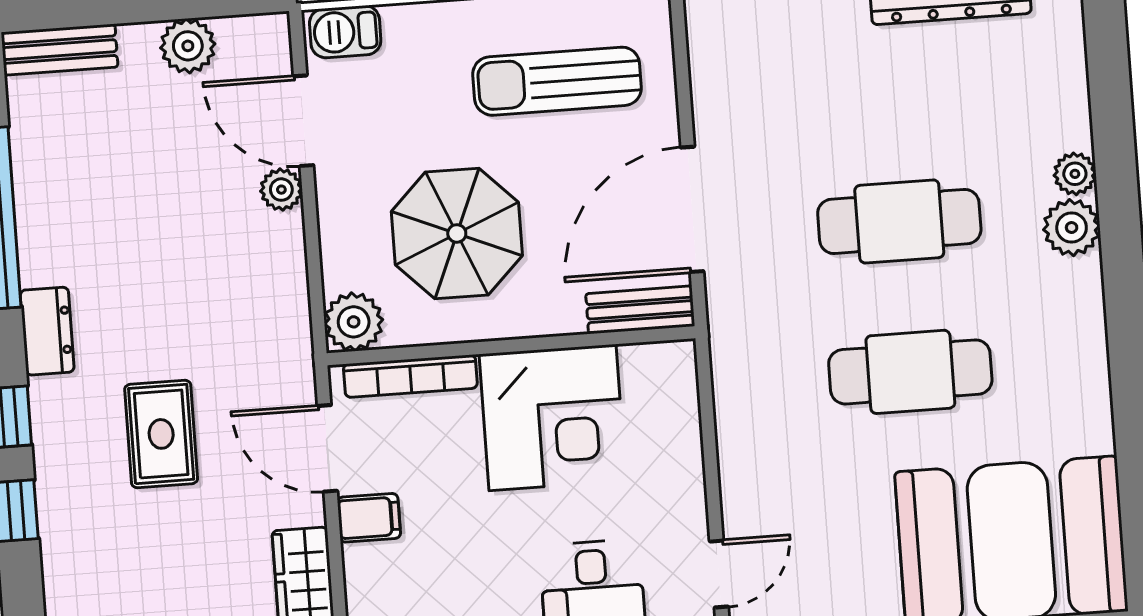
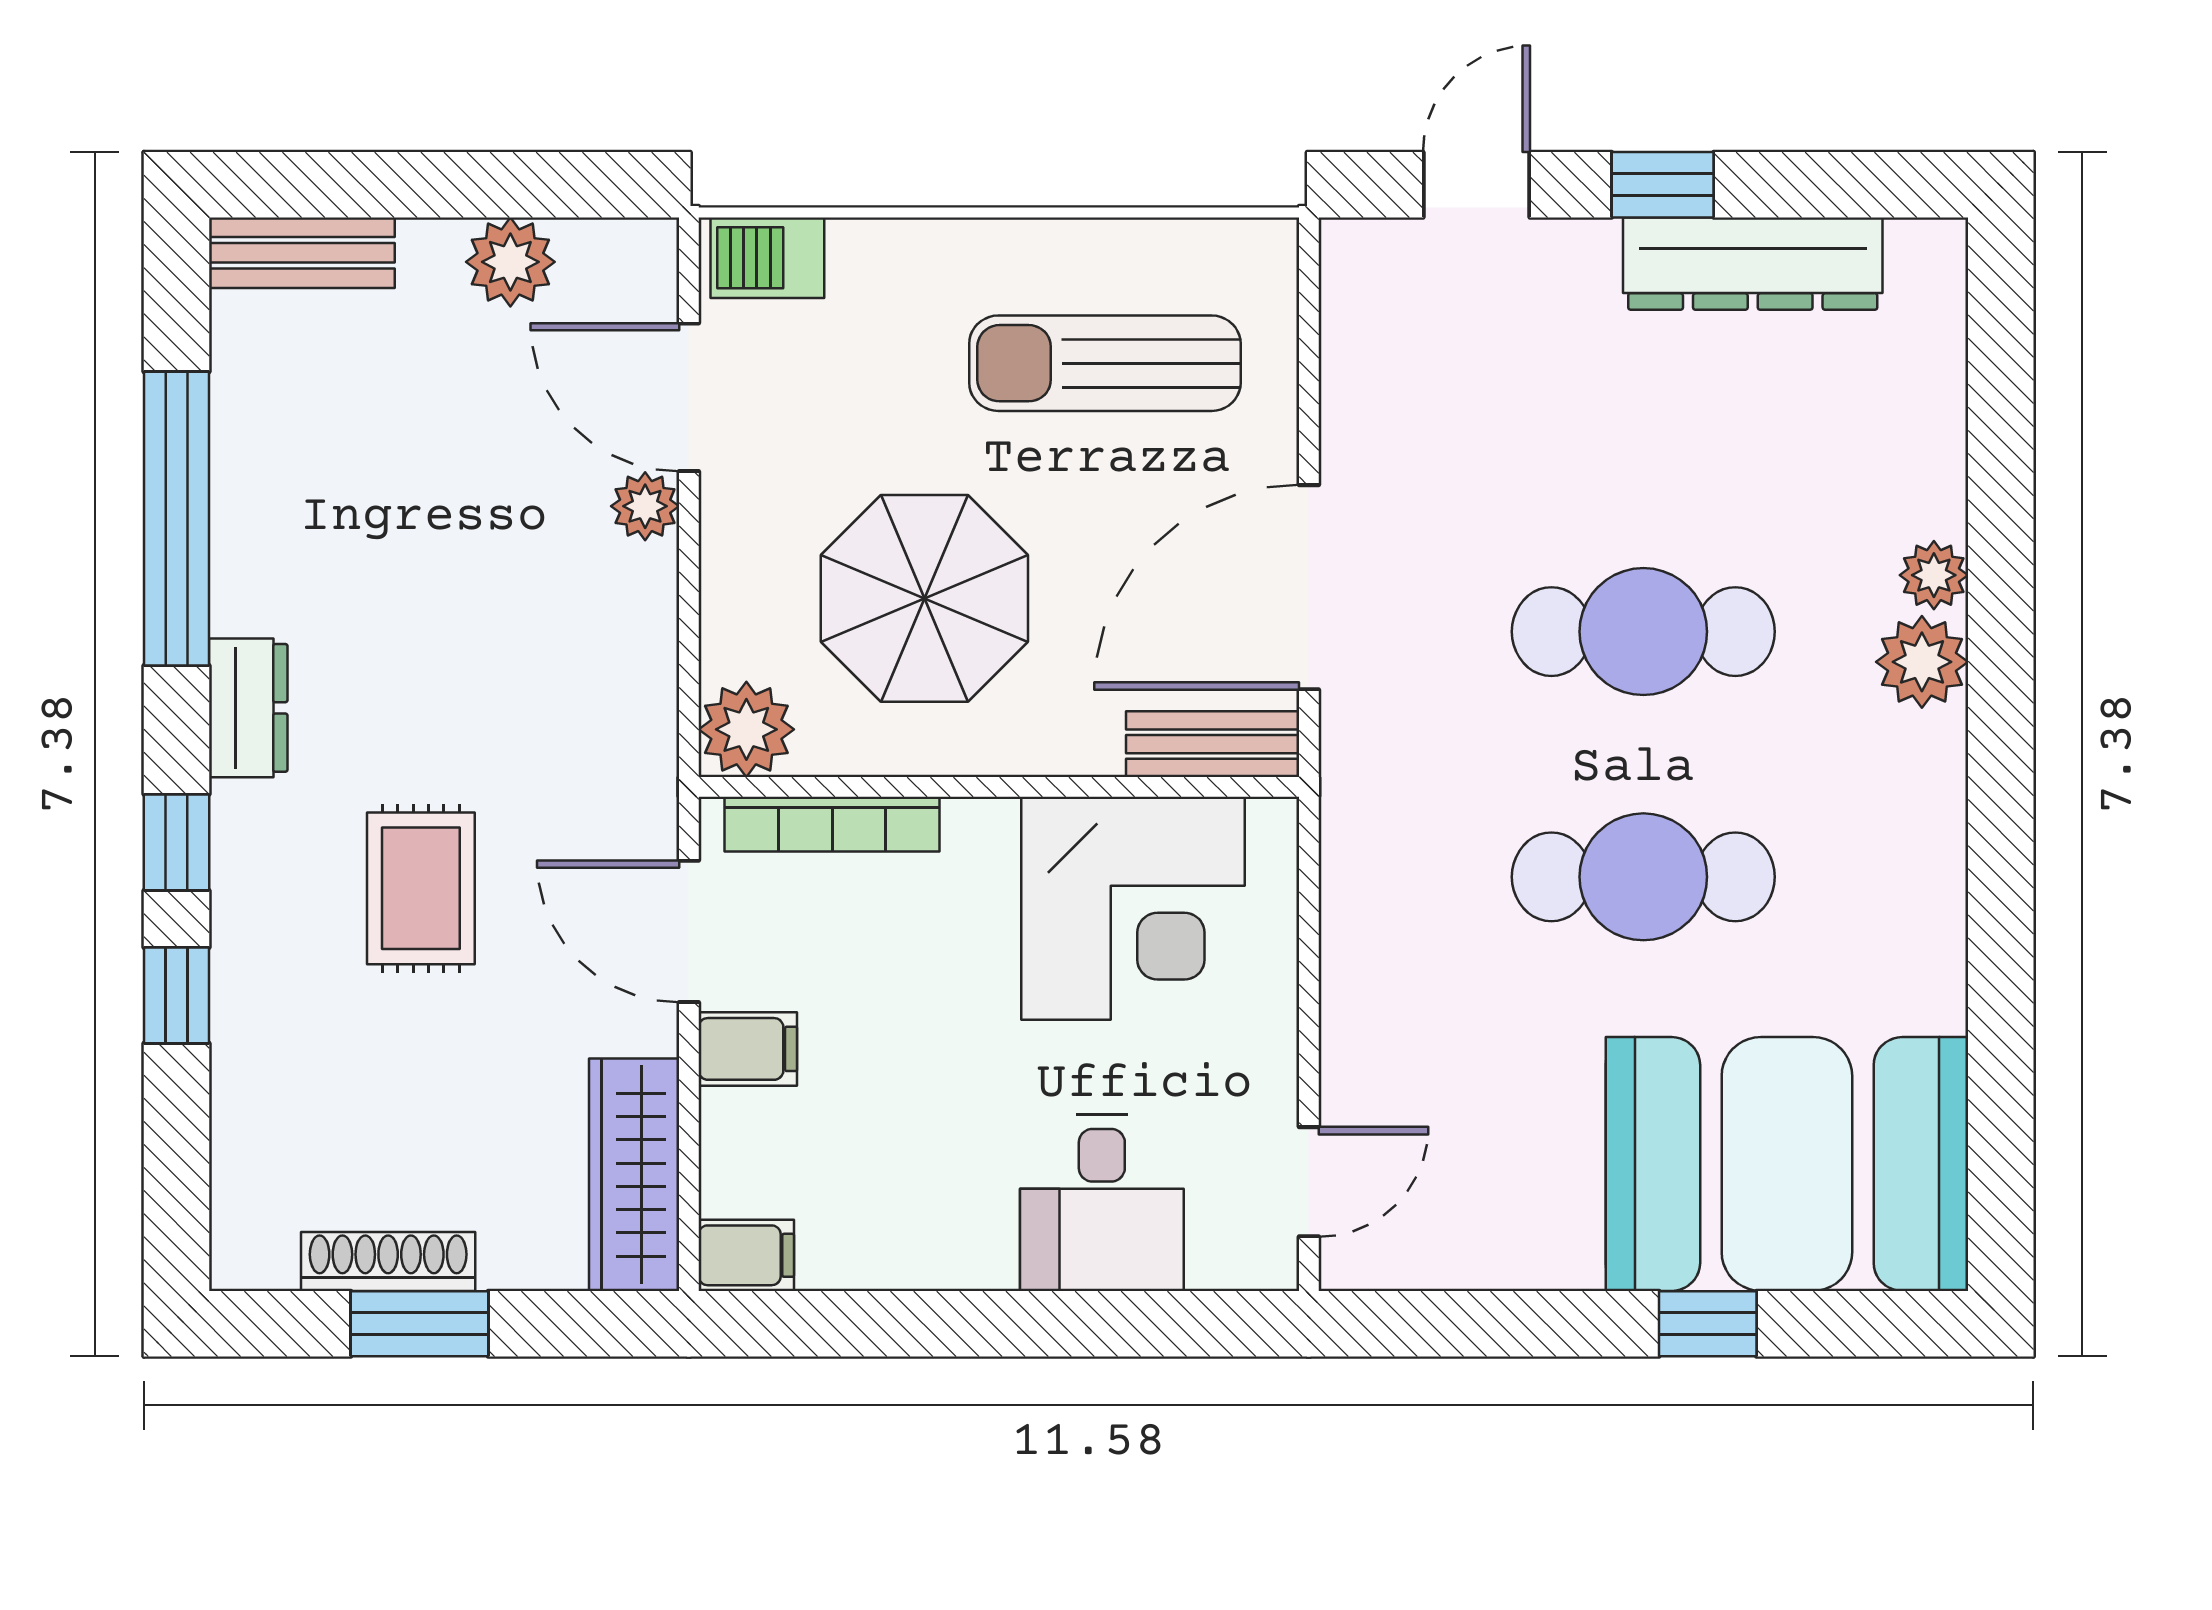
corner desk: (552, 418) -> (1133, 908), moved

